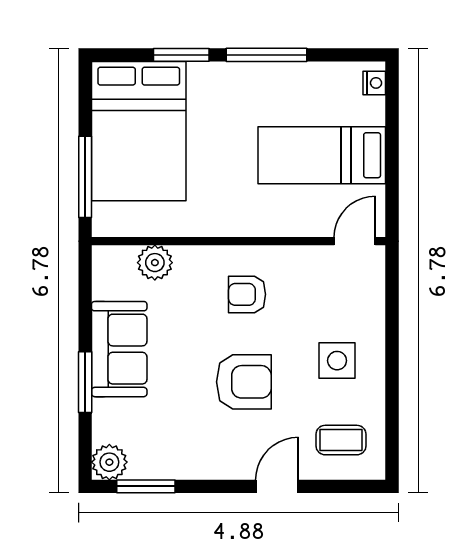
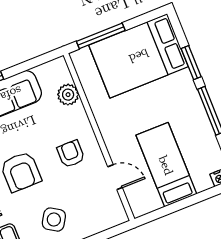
door: (355, 241) -> (115, 177), moved
side table: (337, 361) -> (54, 220), turned 32

